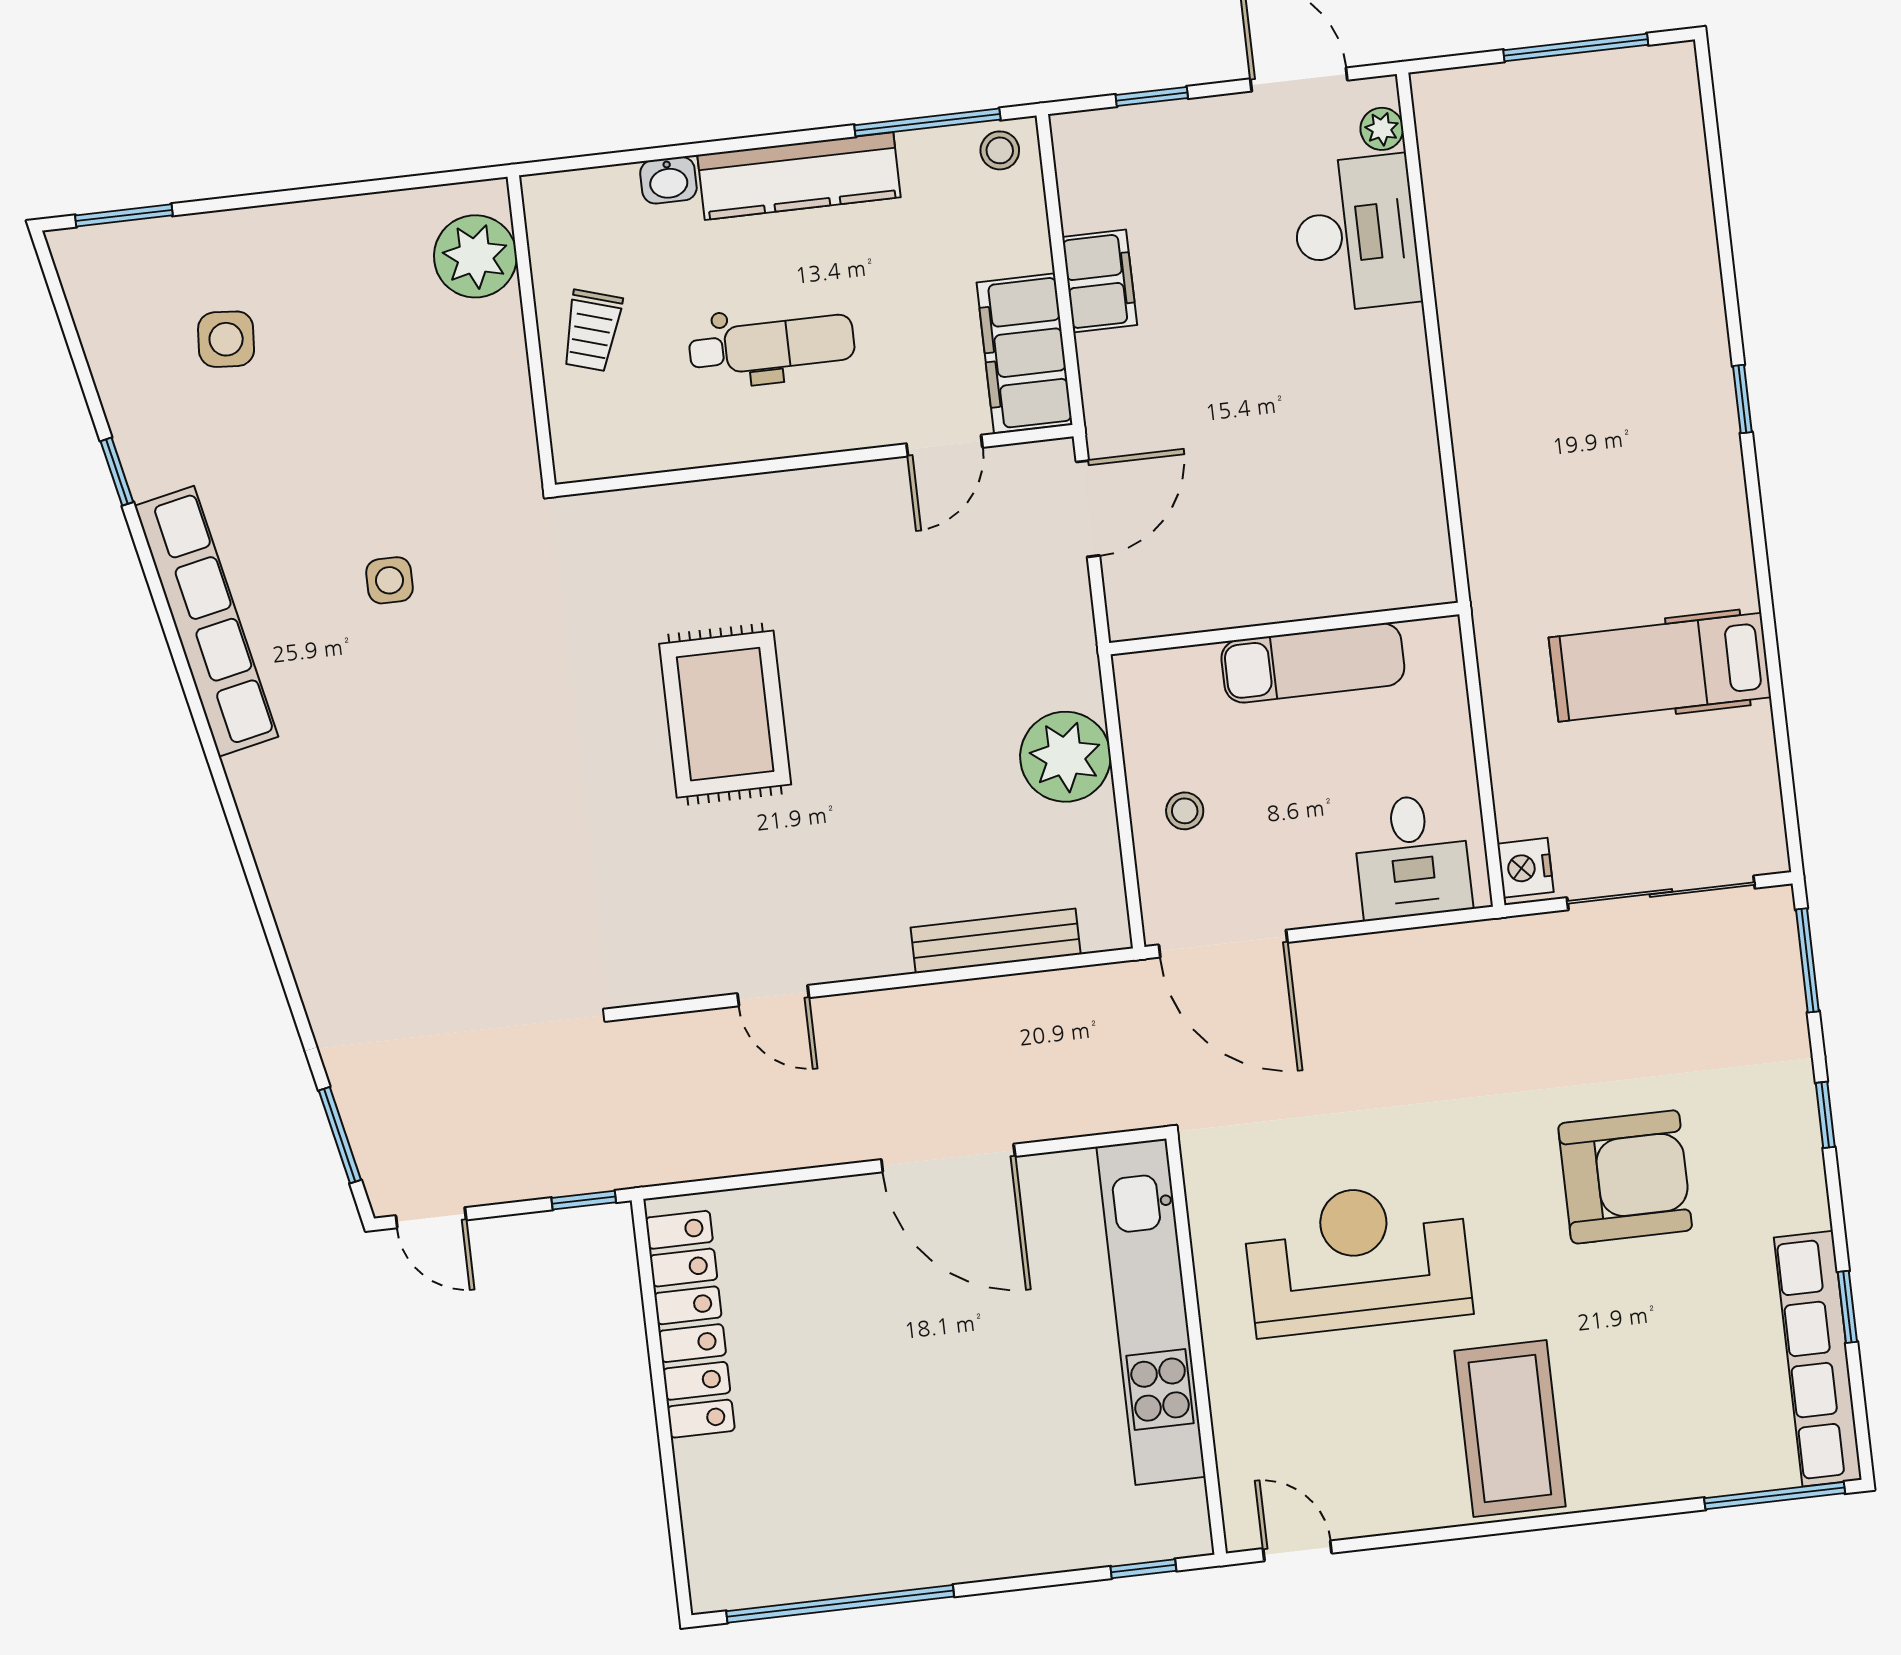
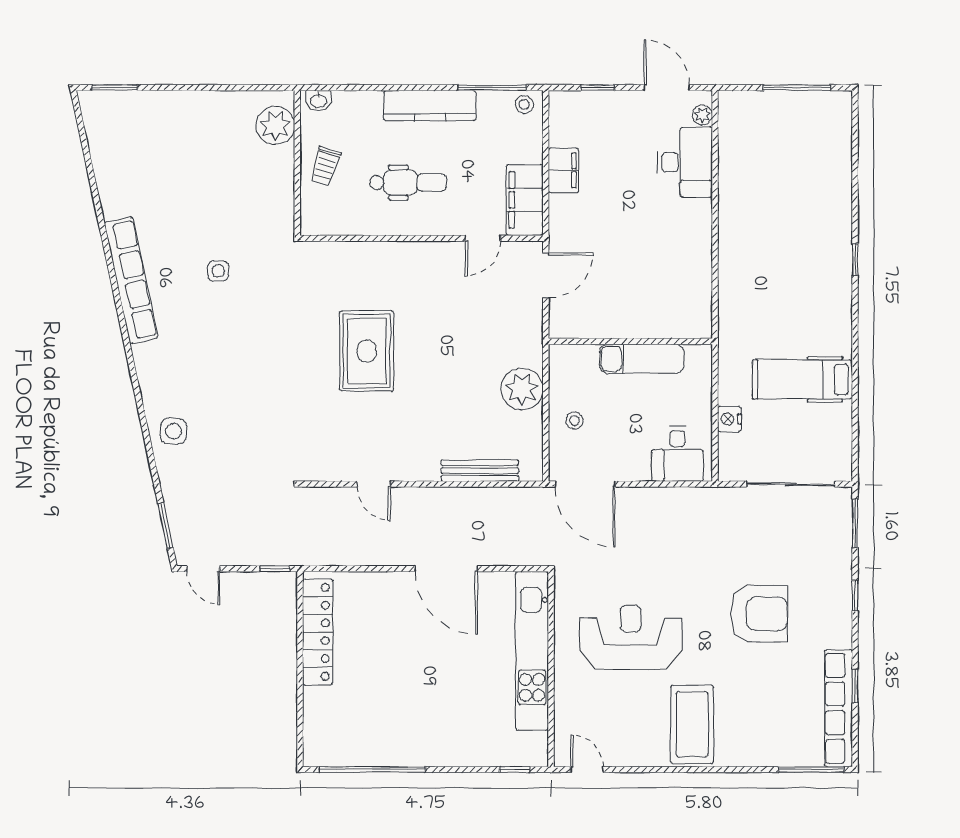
washbasin: (668, 180) -> (319, 101), moved
side table: (226, 339) -> (173, 431), moved
window: (117, 472) -> (98, 206), removed
nightstand: (1525, 868) -> (729, 419), moved

